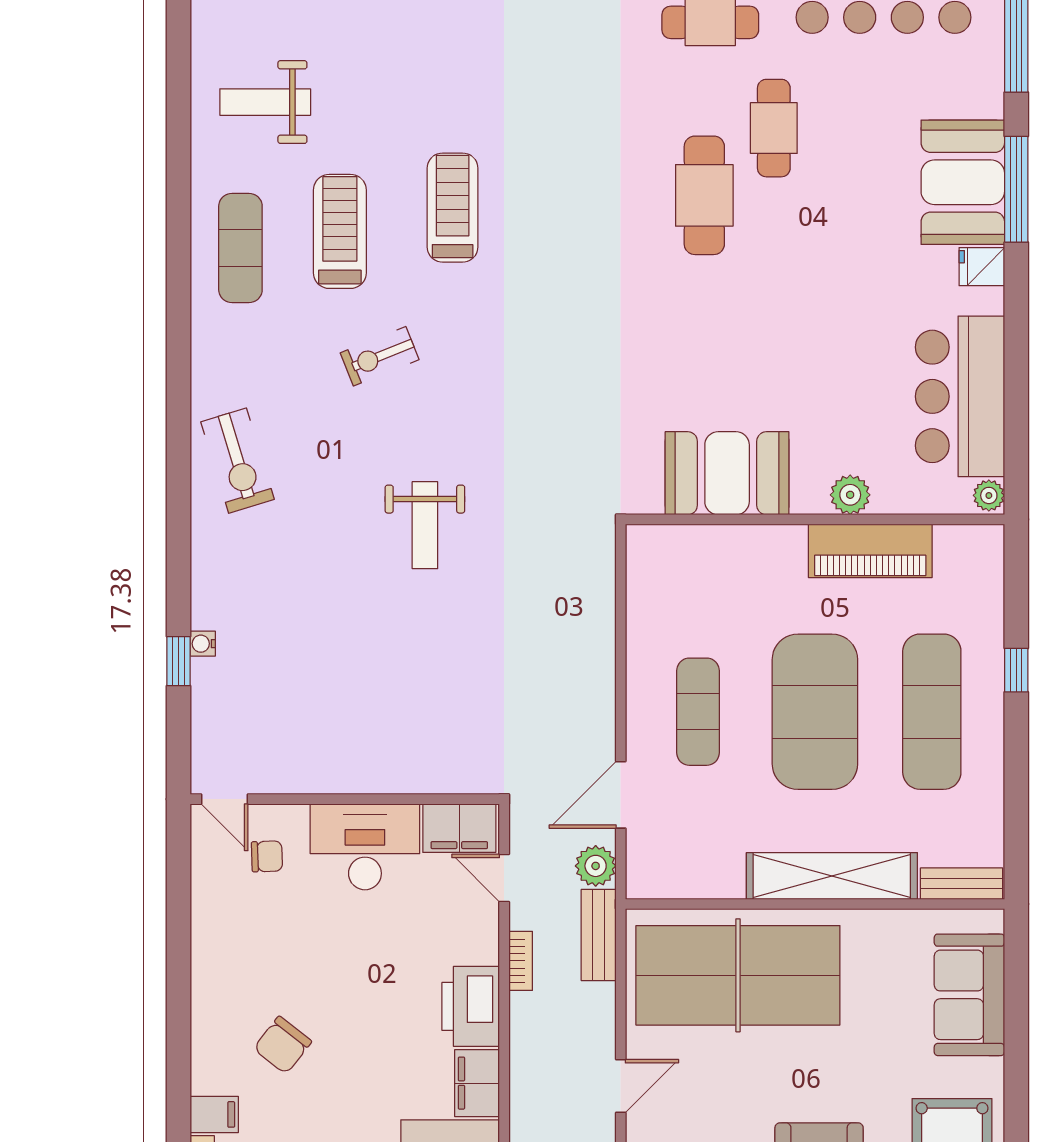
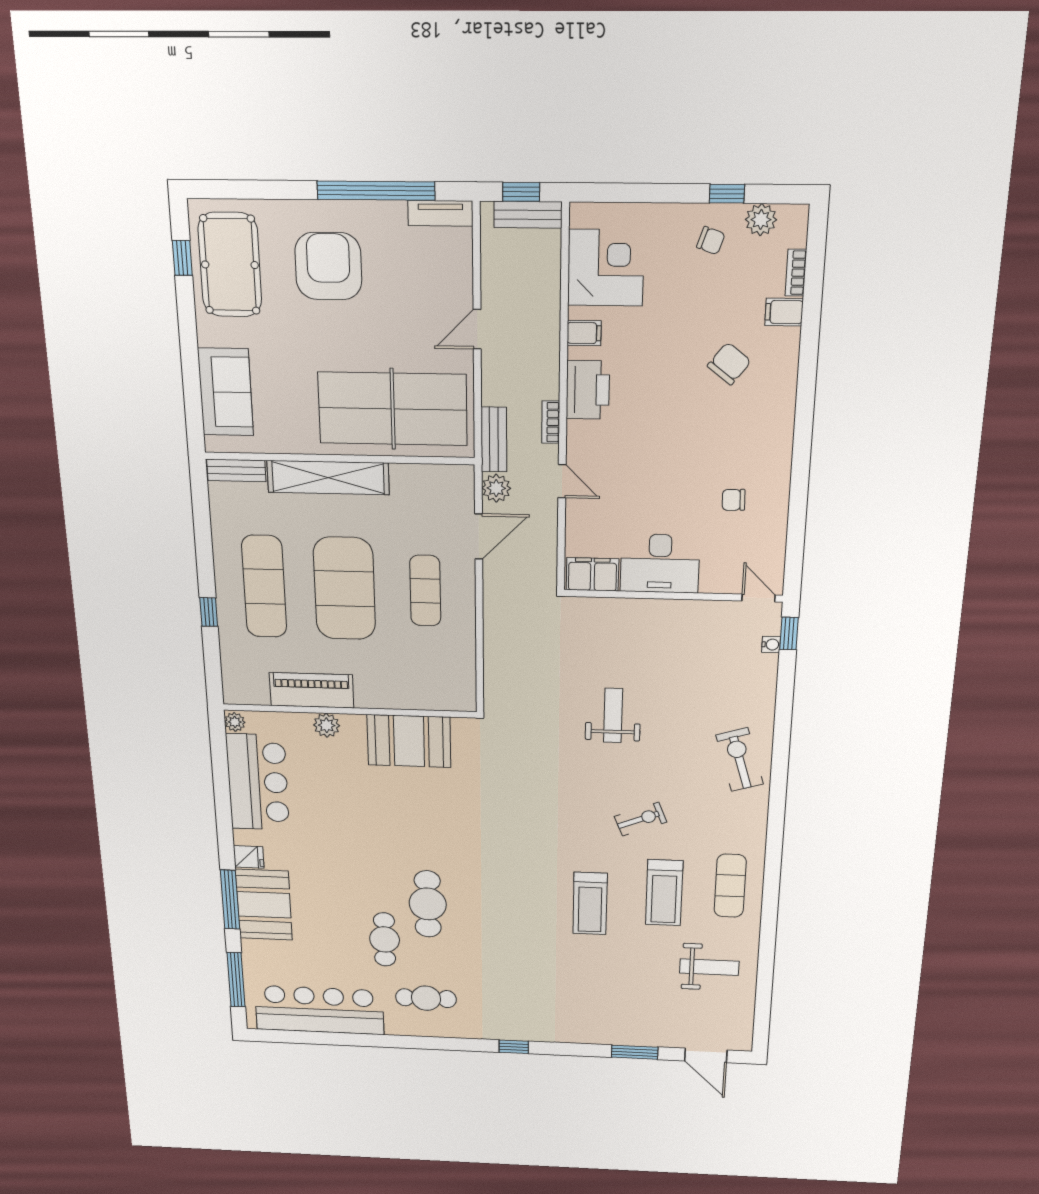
door: (224, 799) -> (759, 598), moved
wall: (345, 799) -> (673, 596), moved
filing cabinet: (459, 828) -> (592, 574), moved
desk: (365, 847) -> (660, 564), moved
filing cabinet: (477, 1083) -> (584, 333), width x0.50

